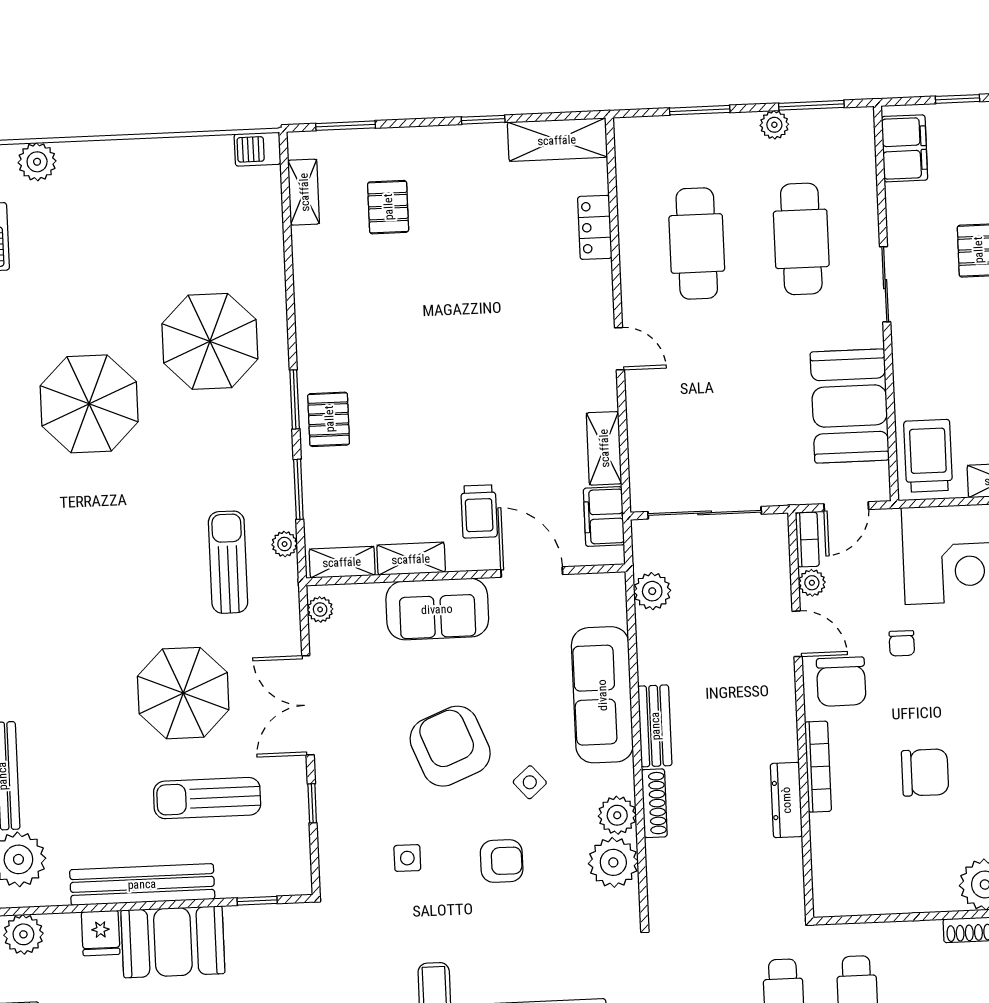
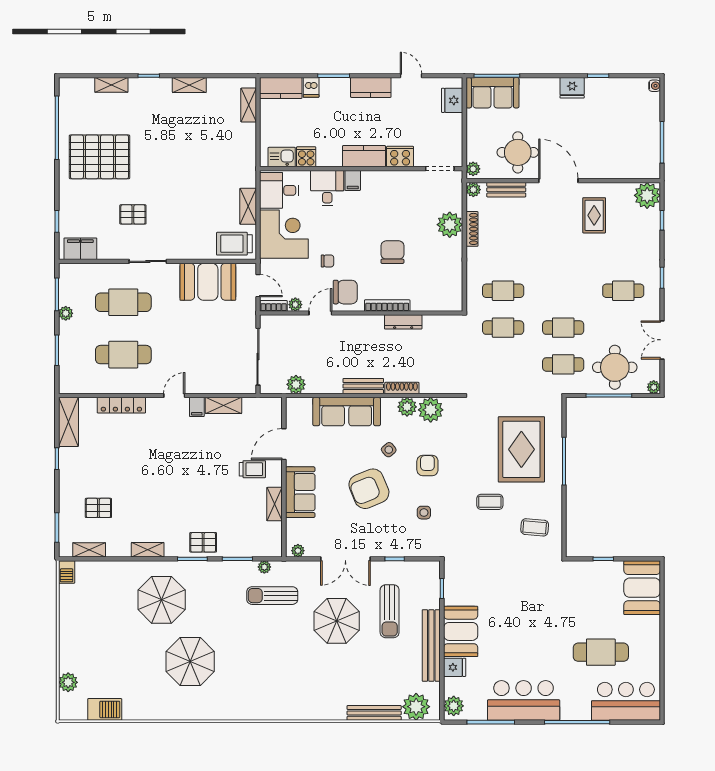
locker: (595, 227) -> (121, 405), width x1.53
filing cabinet: (604, 517) -> (197, 407), moved, width x0.50
shelving: (342, 562) -> (148, 550), moved, turned 90

